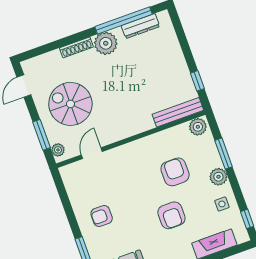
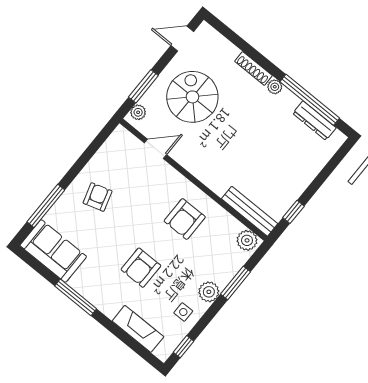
plant: (106, 43) -> (275, 87), width x0.53, depth x0.53
armchair: (175, 172) -> (185, 219), moved, turned 180
armchair: (102, 216) -> (98, 197), turned 73

